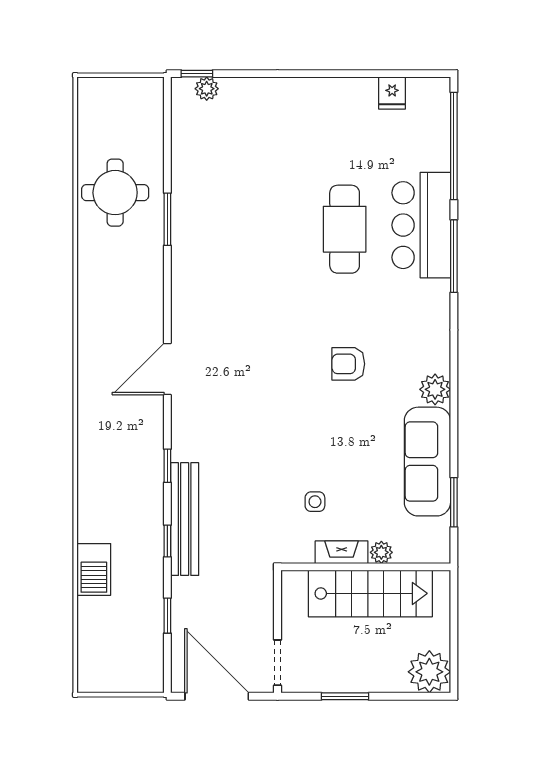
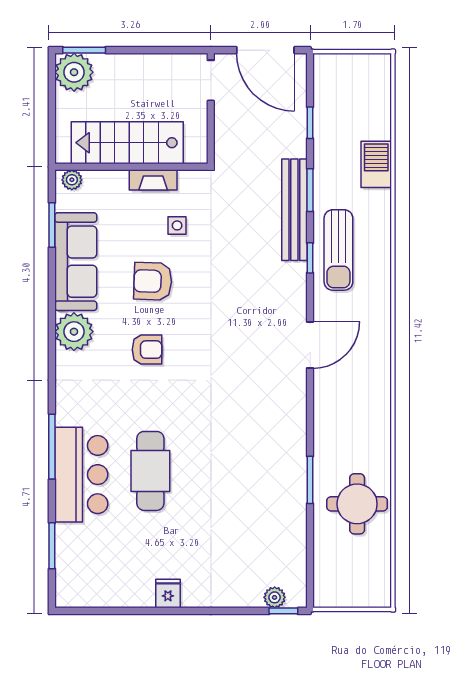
fridge: (392, 93) -> (168, 594), moved
window: (454, 146) -> (52, 546), width x0.47
plant: (435, 389) -> (74, 332), width x1.36, depth x1.36
armchair: (342, 440) -> (153, 281), added
sun lounger: (136, 474) -> (338, 250), added
window: (167, 541) -> (310, 190), width x1.50
plant: (381, 552) -> (72, 180), moved
window: (345, 696) -> (84, 50), moved

